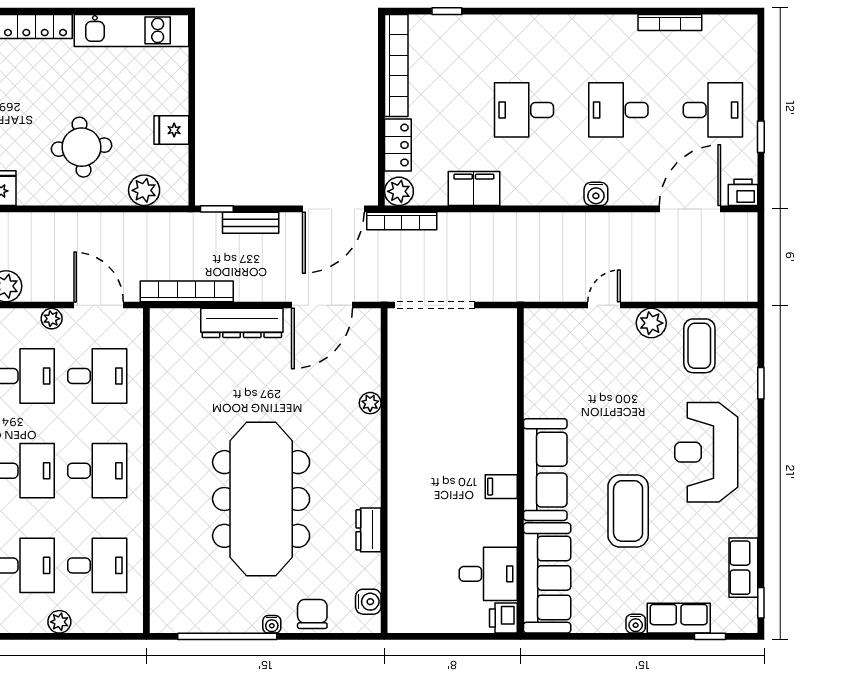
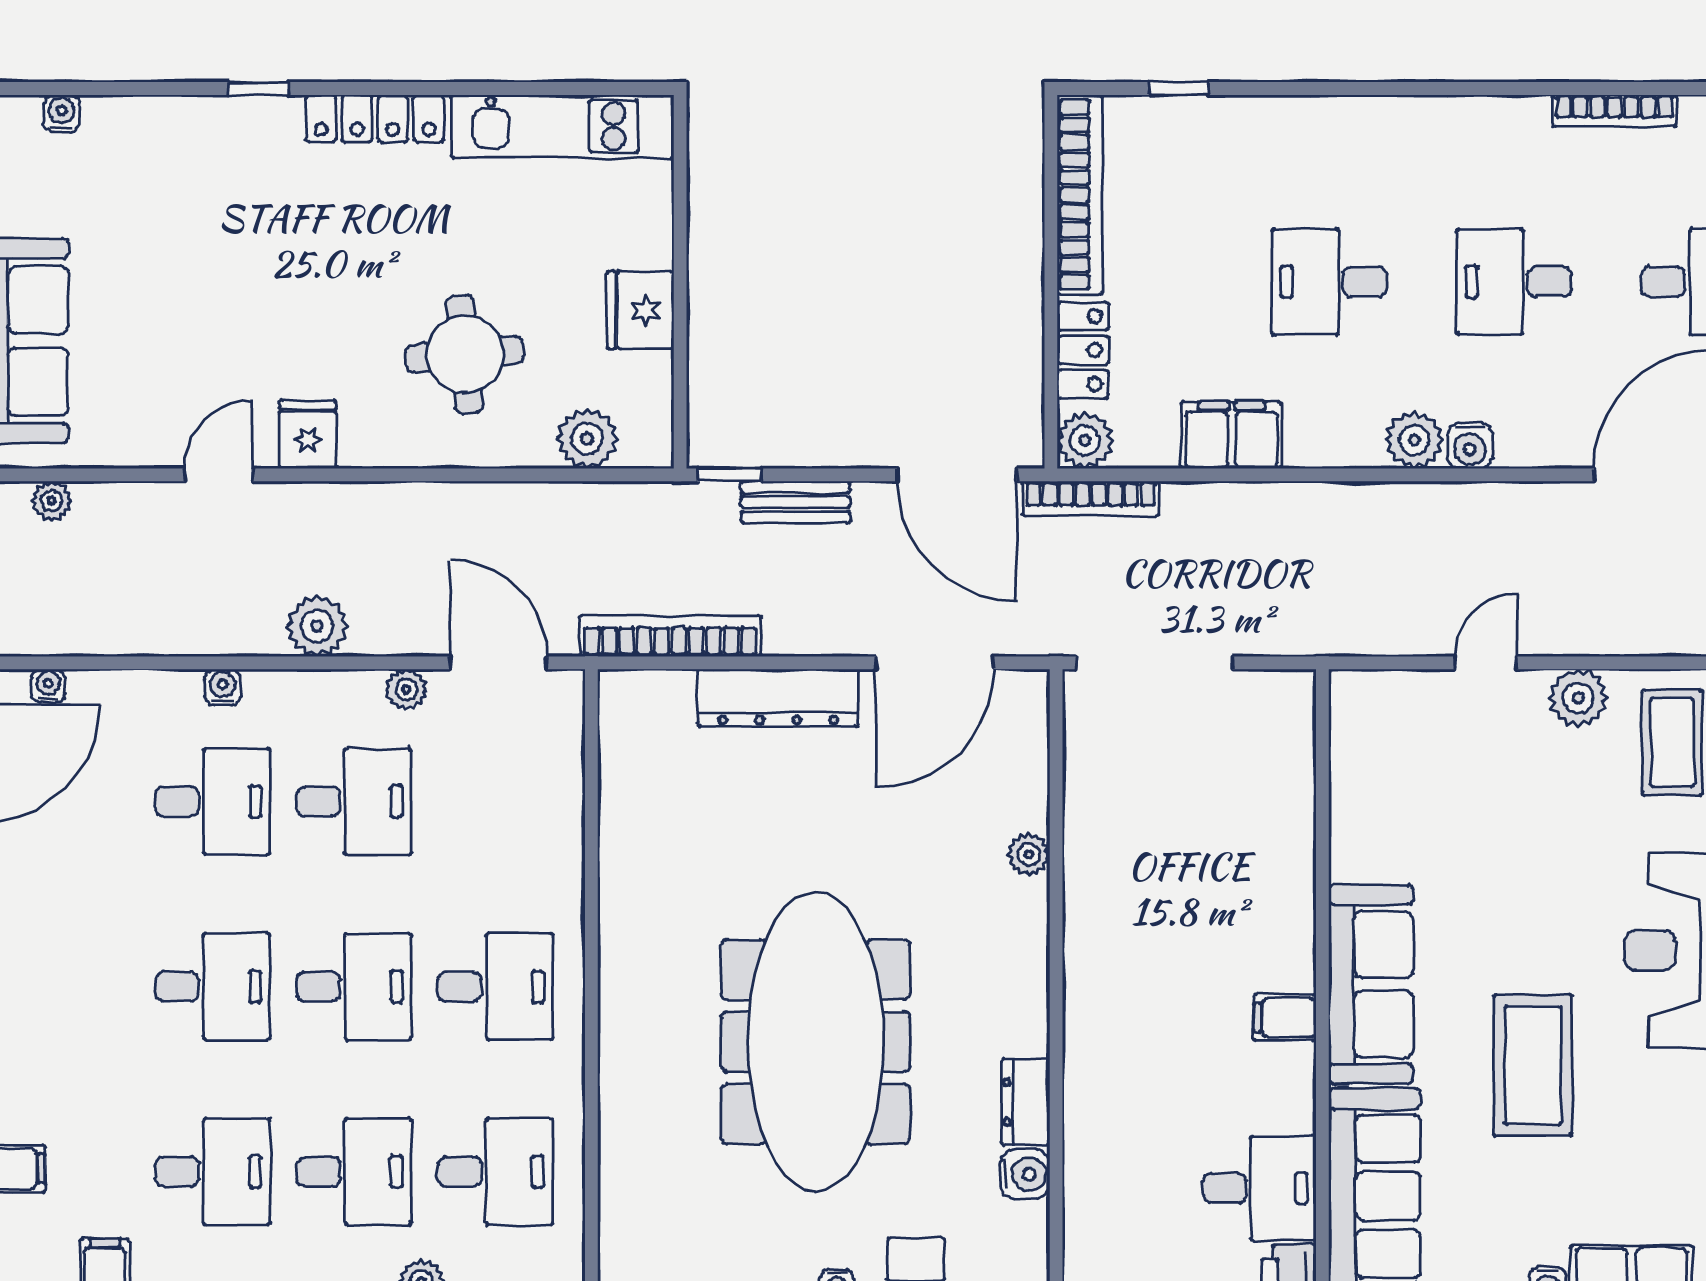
fridge: (171, 130) -> (640, 310), width x1.38
plant: (567, 191) -> (1414, 440), added
door: (333, 209) -> (957, 475), hinge flipped
desk: (97, 376) -> (495, 801), removed
water cooler: (368, 602) -> (1025, 1174), moved

